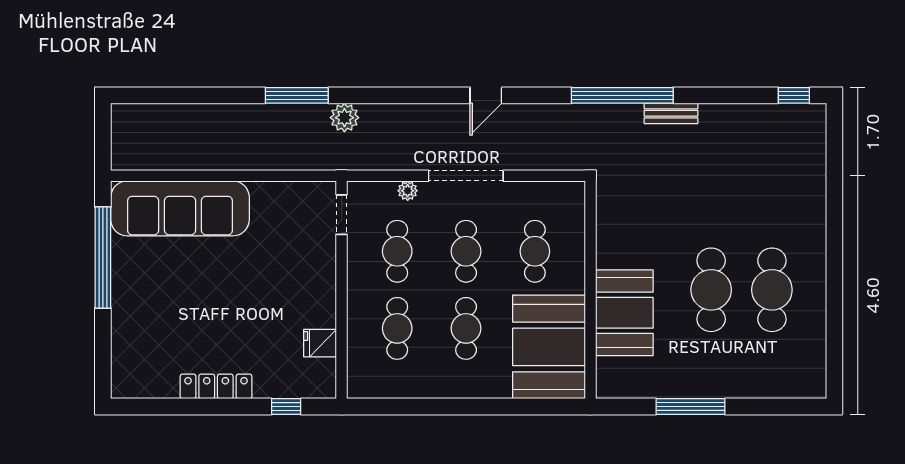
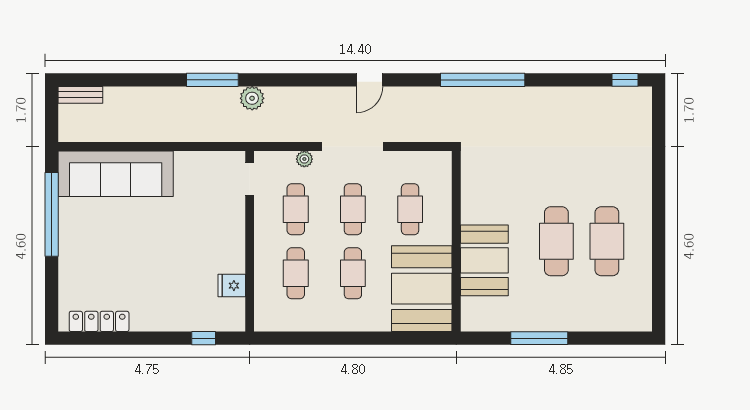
bench: (671, 113) -> (80, 95), moved
locker: (216, 386) -> (99, 321), moved

